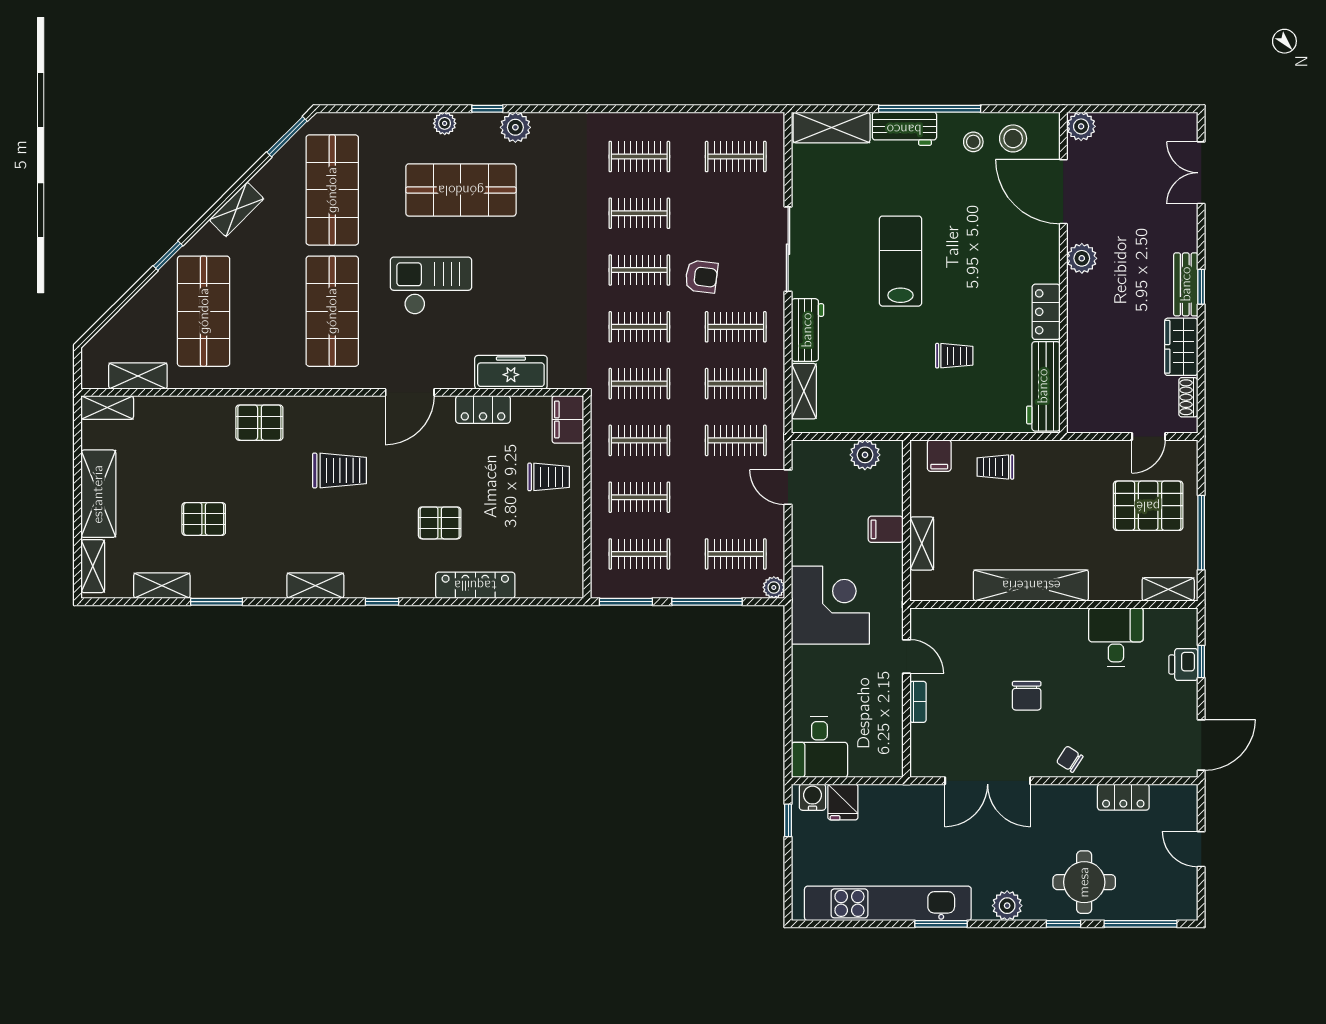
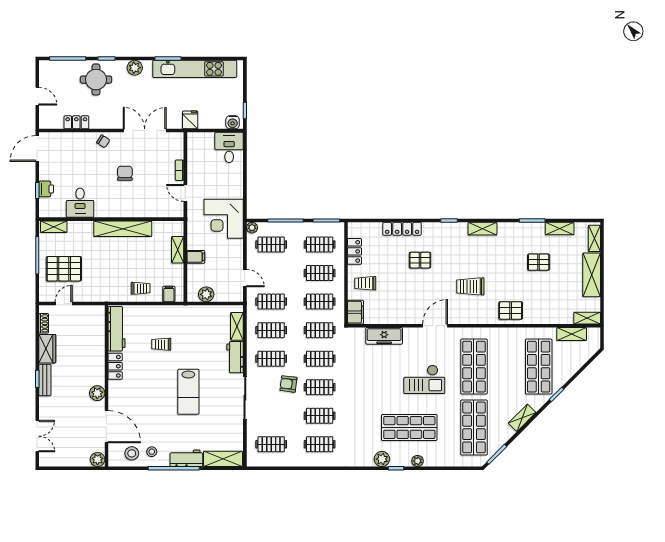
locker: (483, 409) -> (355, 251), moved, turned 90
fridge: (843, 802) -> (190, 120), moved

